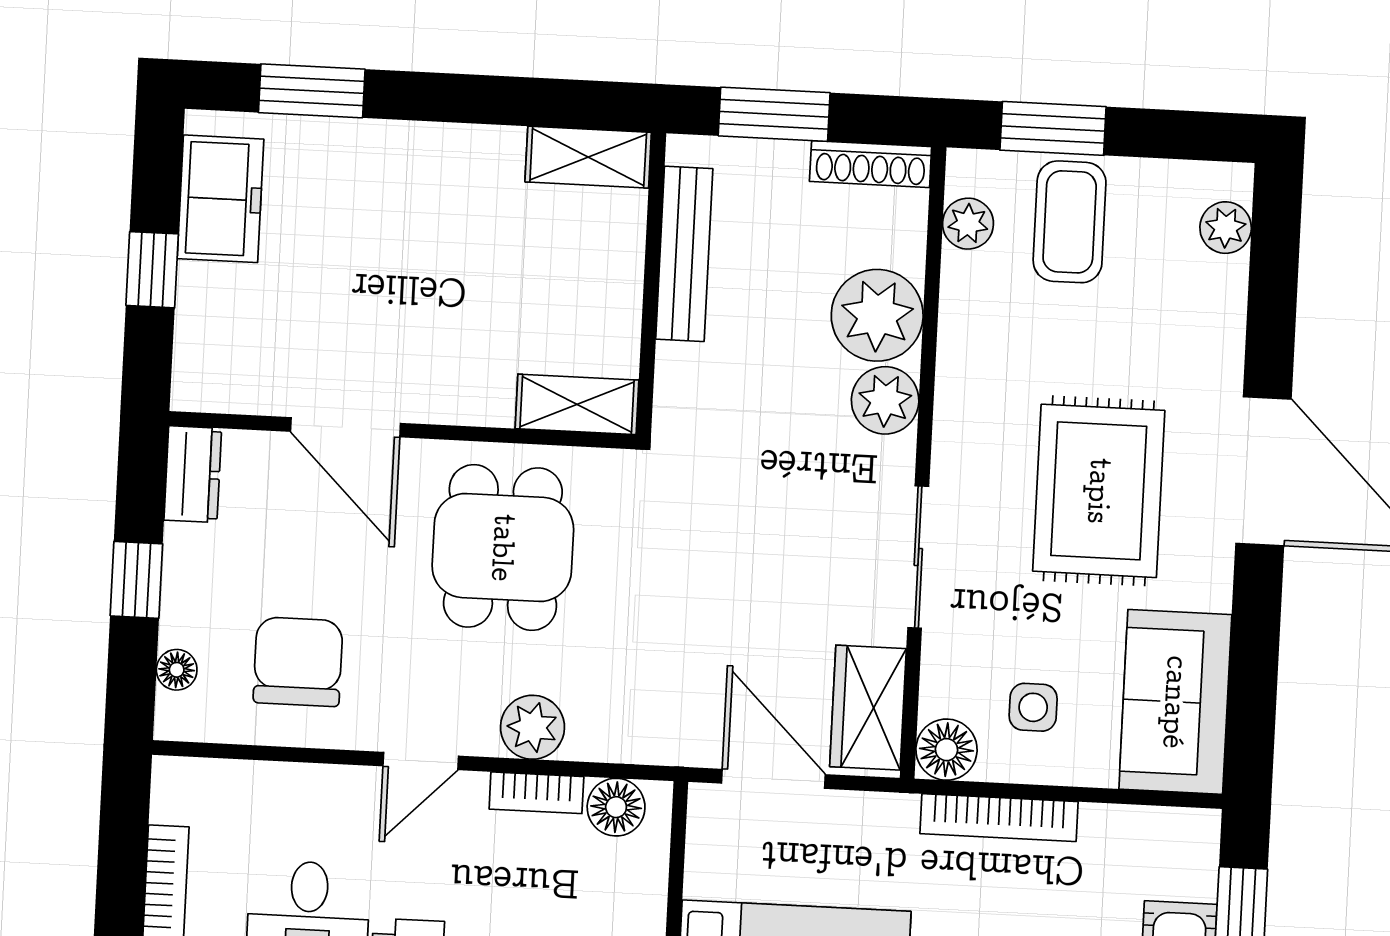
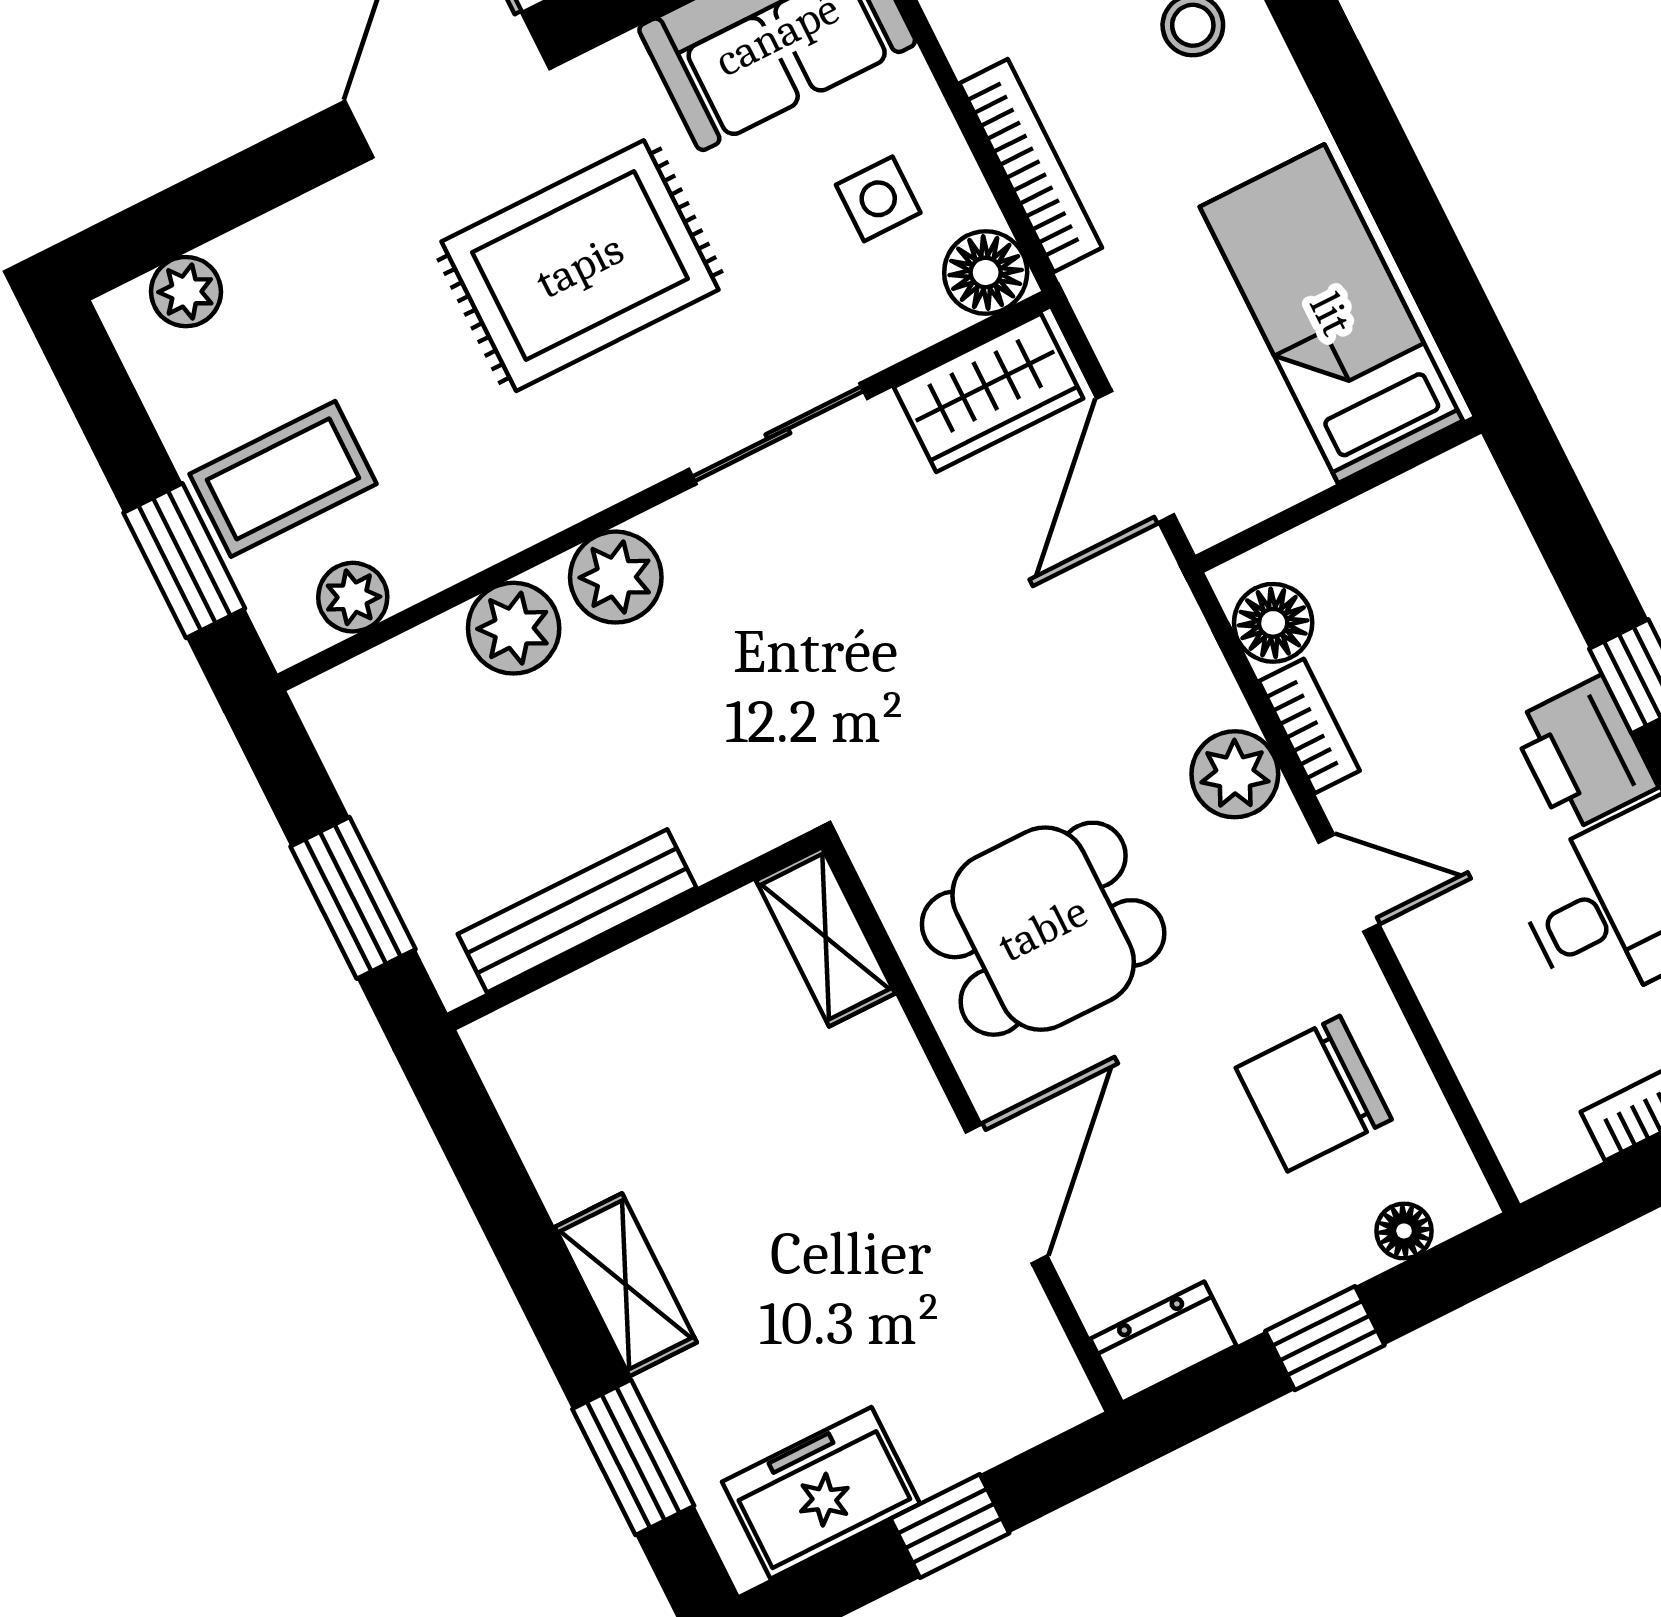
shelving: (588, 157) -> (626, 1285), moved
shoe rack: (871, 164) -> (348, 751), removed
plant: (877, 315) -> (514, 628), width x0.73, depth x0.73

